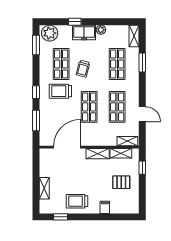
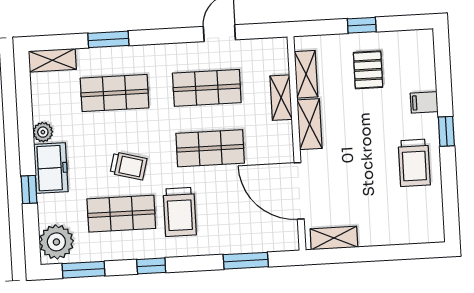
window: (36, 92) -> (151, 266), moved
shelving: (127, 141) -> (281, 98), moved
window: (142, 168) -> (362, 25), moved
shelving: (44, 188) -> (334, 238), moved
window: (60, 217) -> (446, 131), moved

